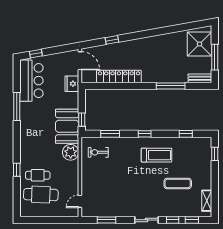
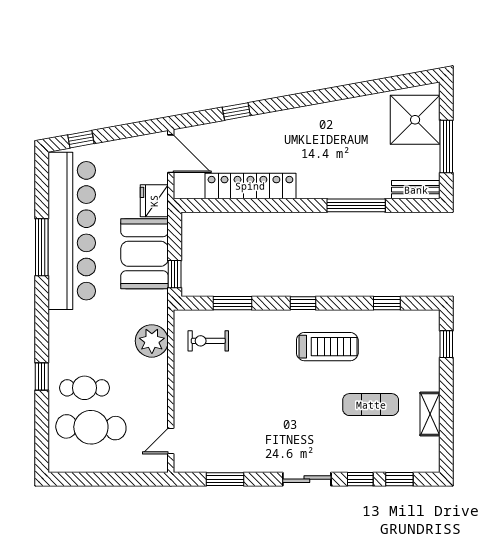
bar counter: (31, 81) -> (72, 231), width x1.86
booth: (67, 126) -> (145, 254), moved
shelving: (207, 201) -> (430, 414), moved

